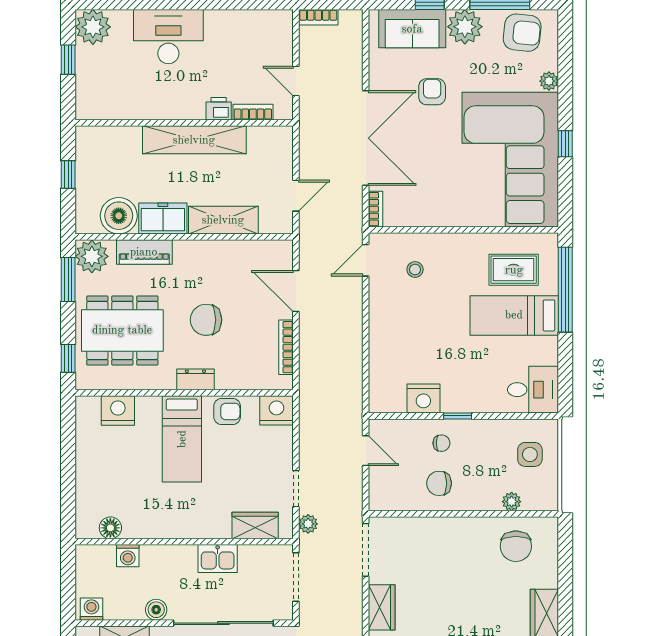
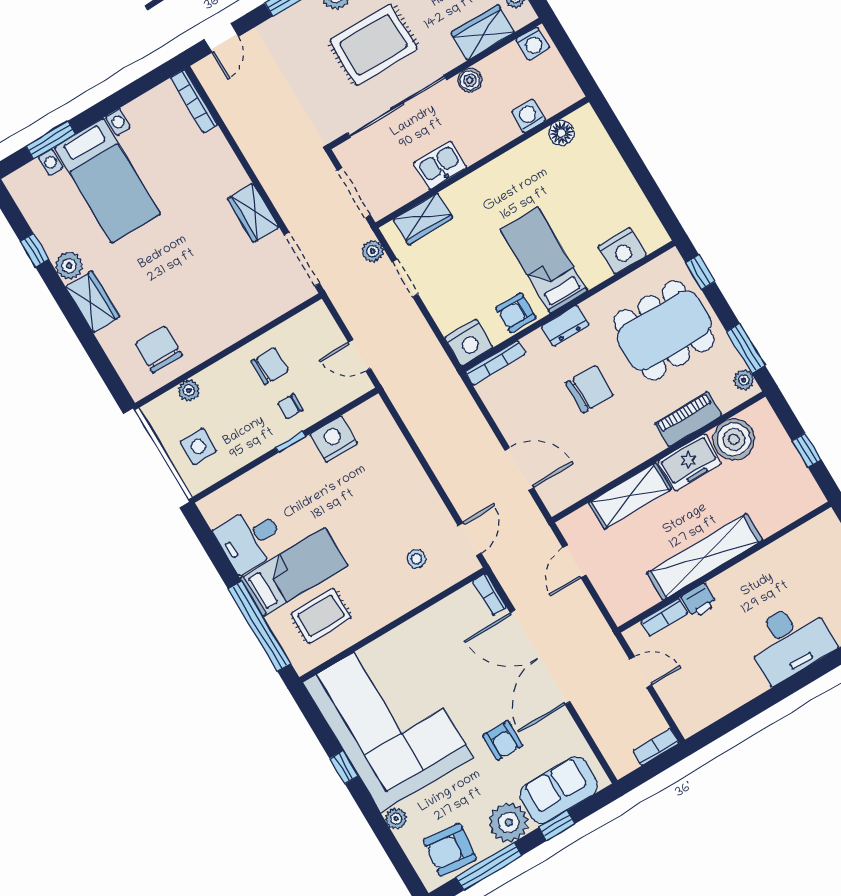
plant: (92, 256) -> (744, 380), width x0.53, depth x0.53
bookcase: (286, 347) -> (495, 363), moved, turned 90
desk: (533, 390) -> (250, 539), moved

